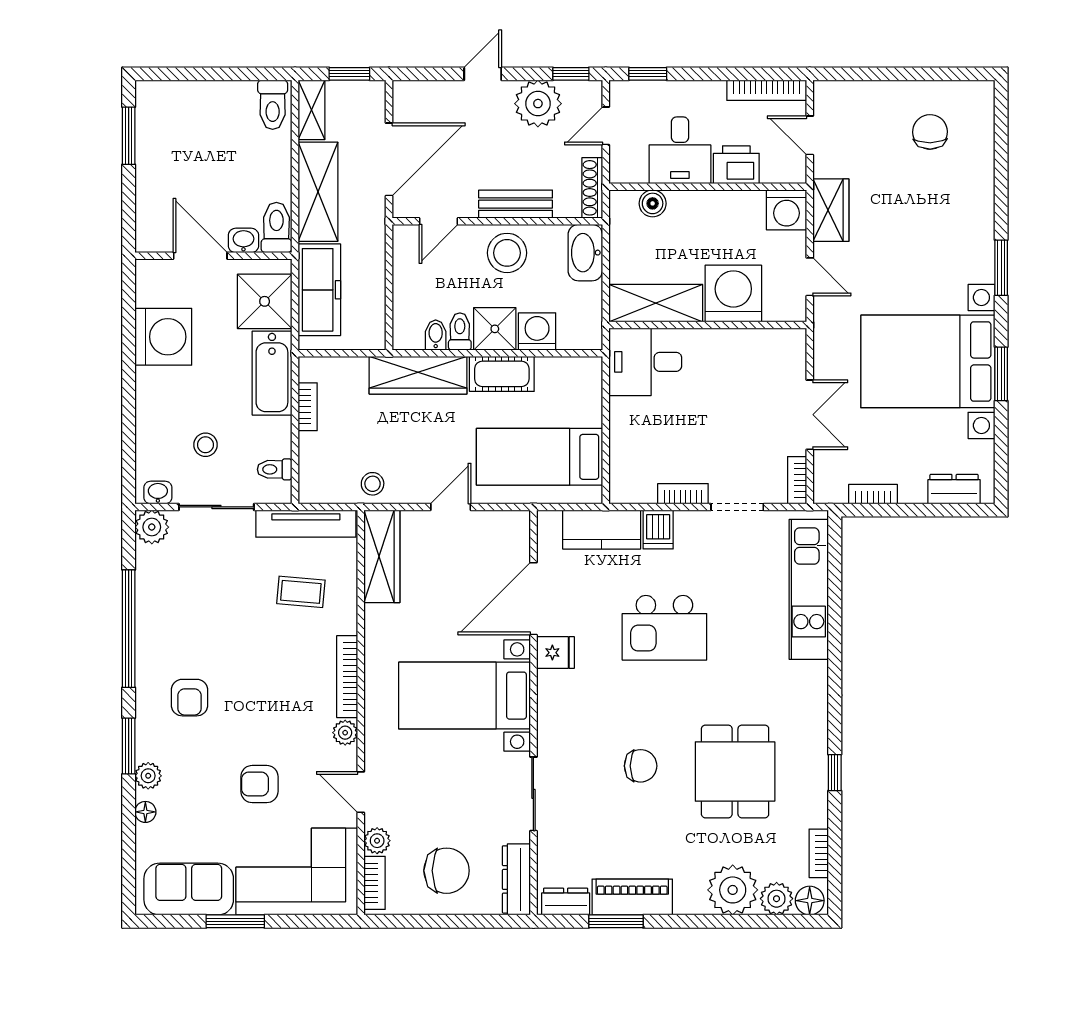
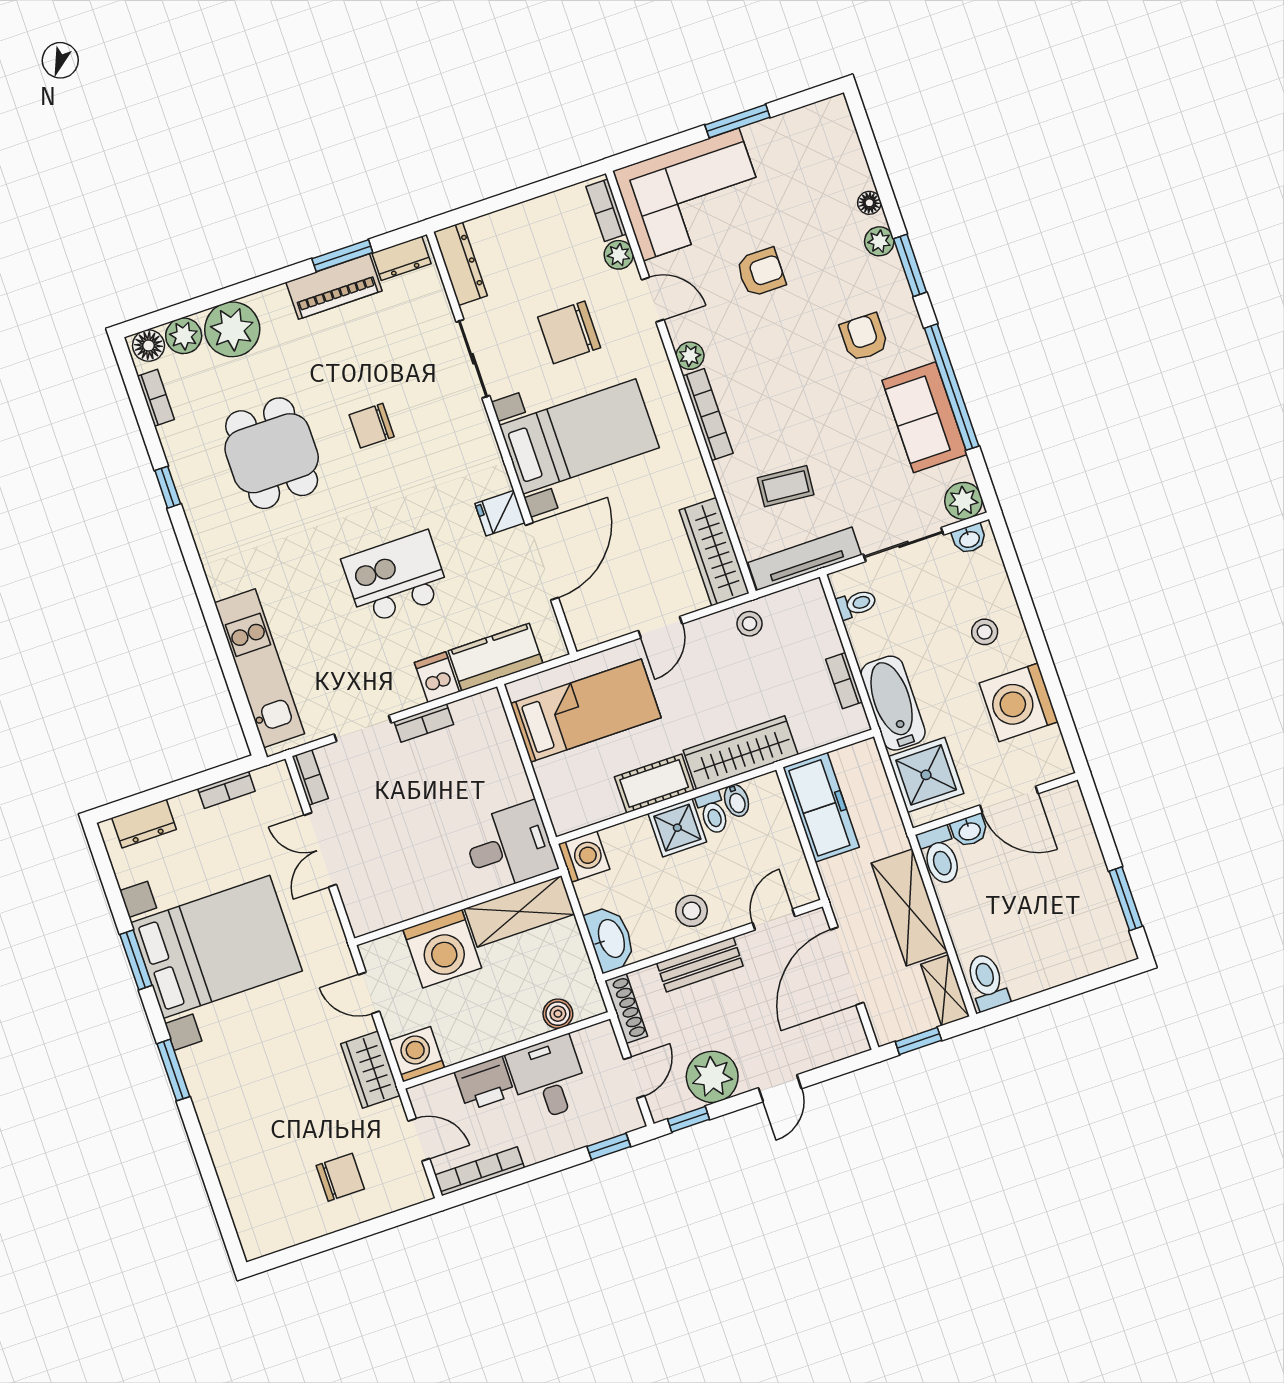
chair: (930, 132) -> (340, 1177), moved, turned -89
stool: (507, 253) -> (692, 911), width x0.73, depth x0.73
freezer: (319, 290) -> (821, 807), moved, turned 180
washing machine: (537, 331) -> (584, 857), moved, turned -90
stool: (205, 445) -> (985, 632), moved
chair: (447, 871) -> (569, 332), moved
sofa: (189, 889) -> (925, 417), moved, turned 90

